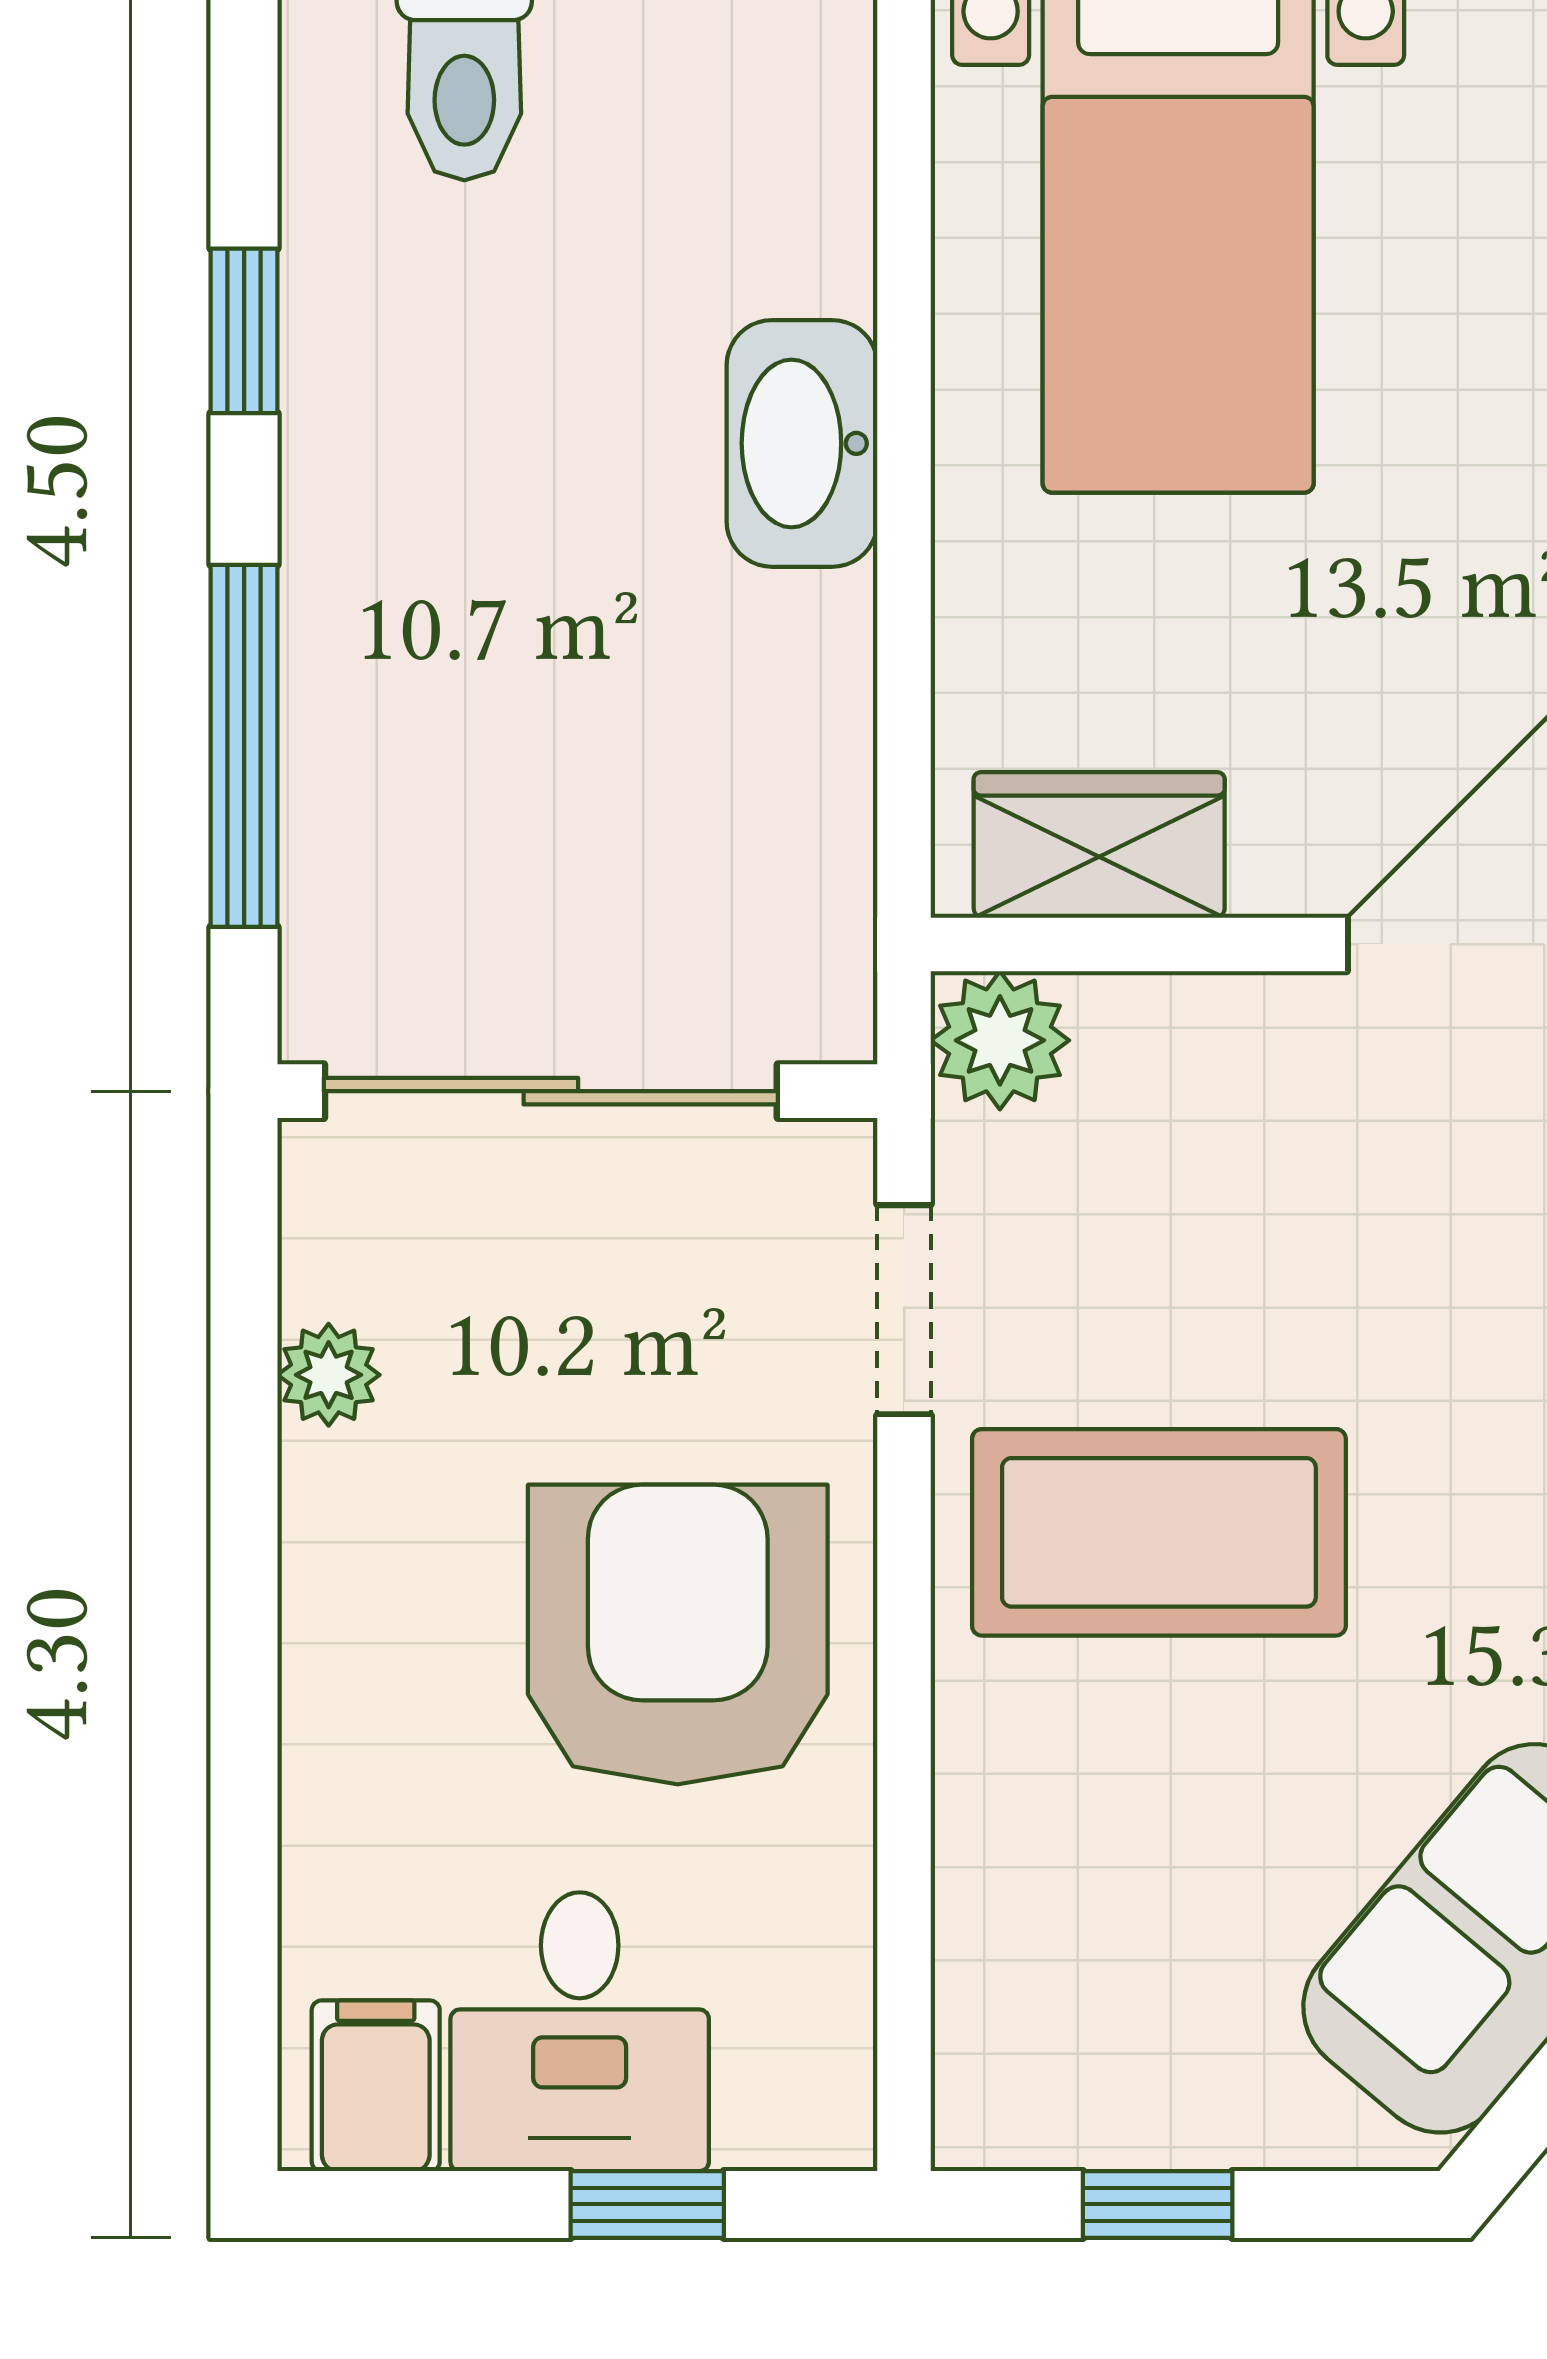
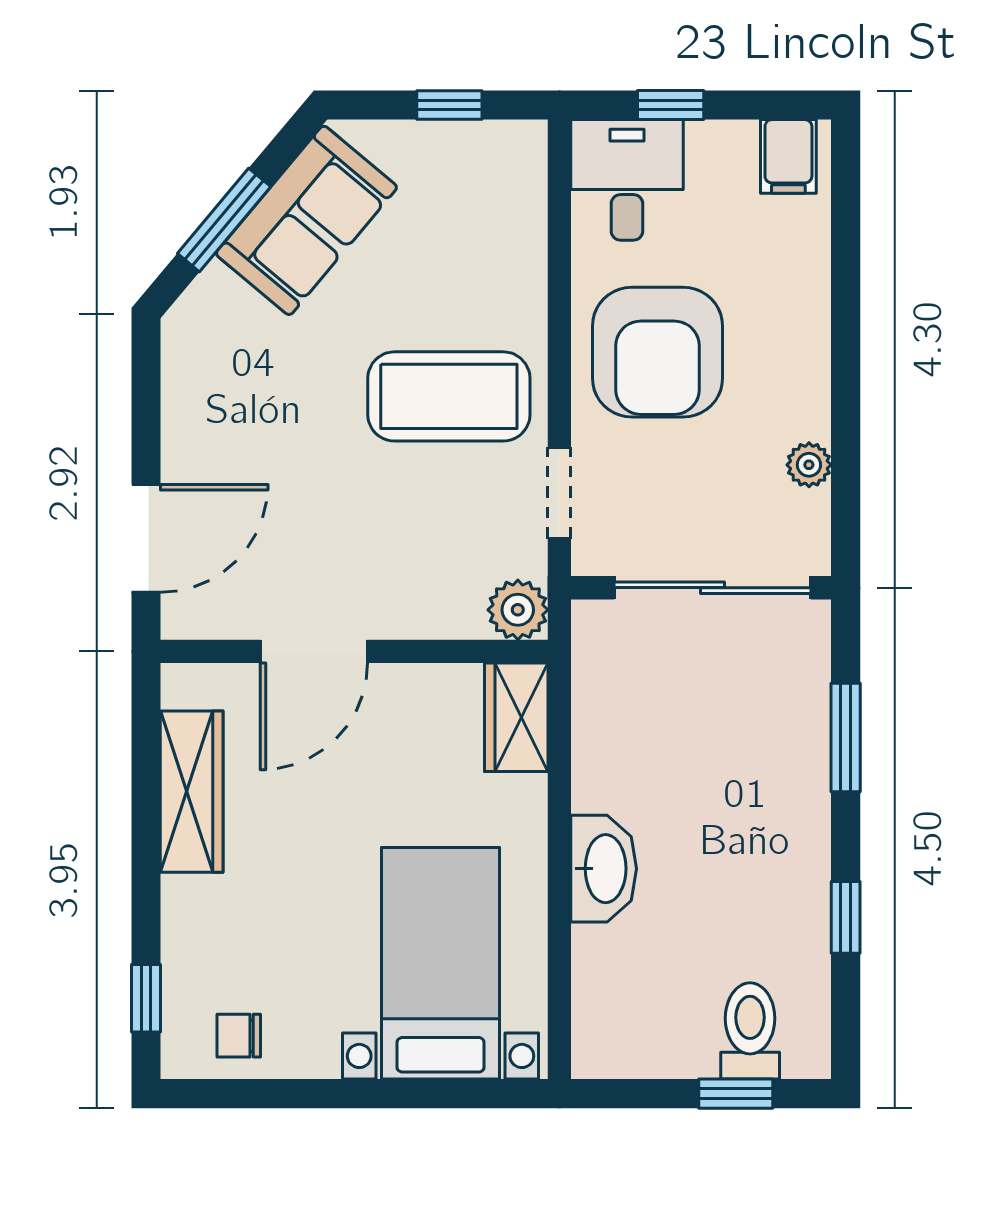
window: (244, 746) -> (846, 737), width x0.69
wardrobe: (1099, 845) -> (516, 717), moved, turned 90
desk: (580, 2032) -> (627, 180), moved

